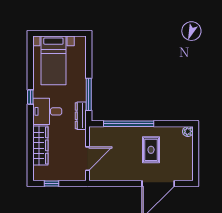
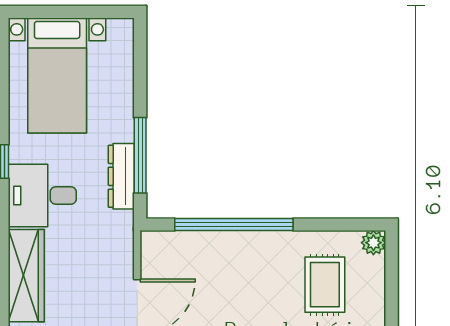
dresser: (81, 116) -> (121, 176), moved
rug: (151, 150) -> (325, 285), moved

